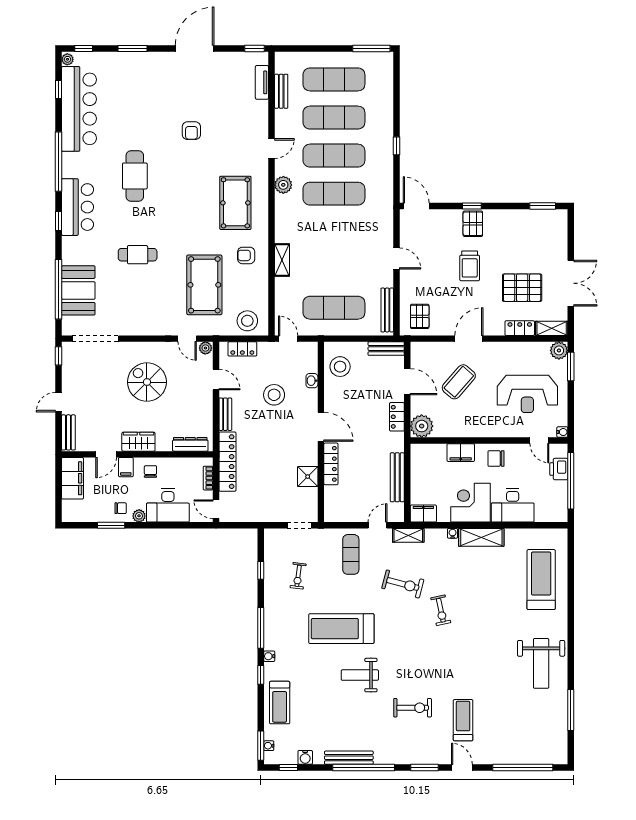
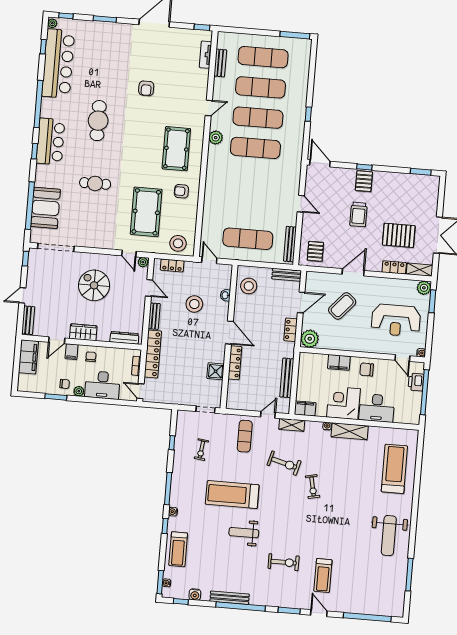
shelving: (282, 260) -> (210, 197), removed
door: (407, 382) -> (301, 302), hinge flipped
treadmill: (463, 720) -> (323, 575), turned 180

